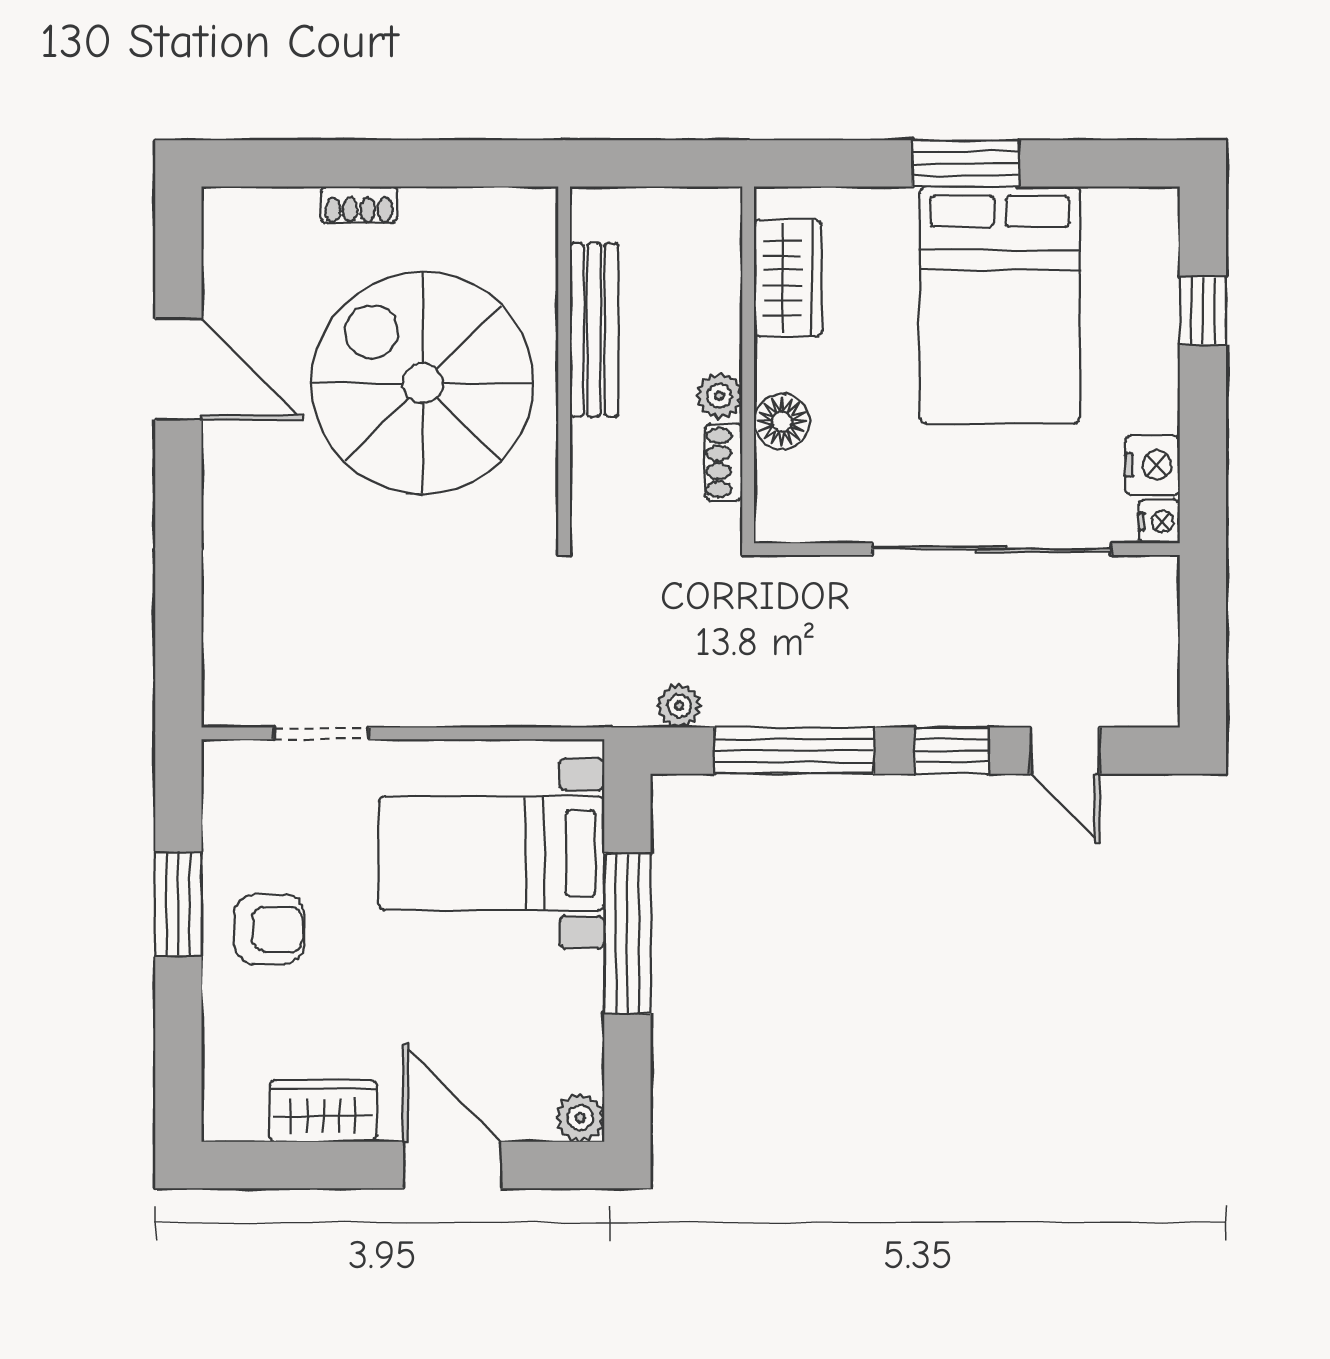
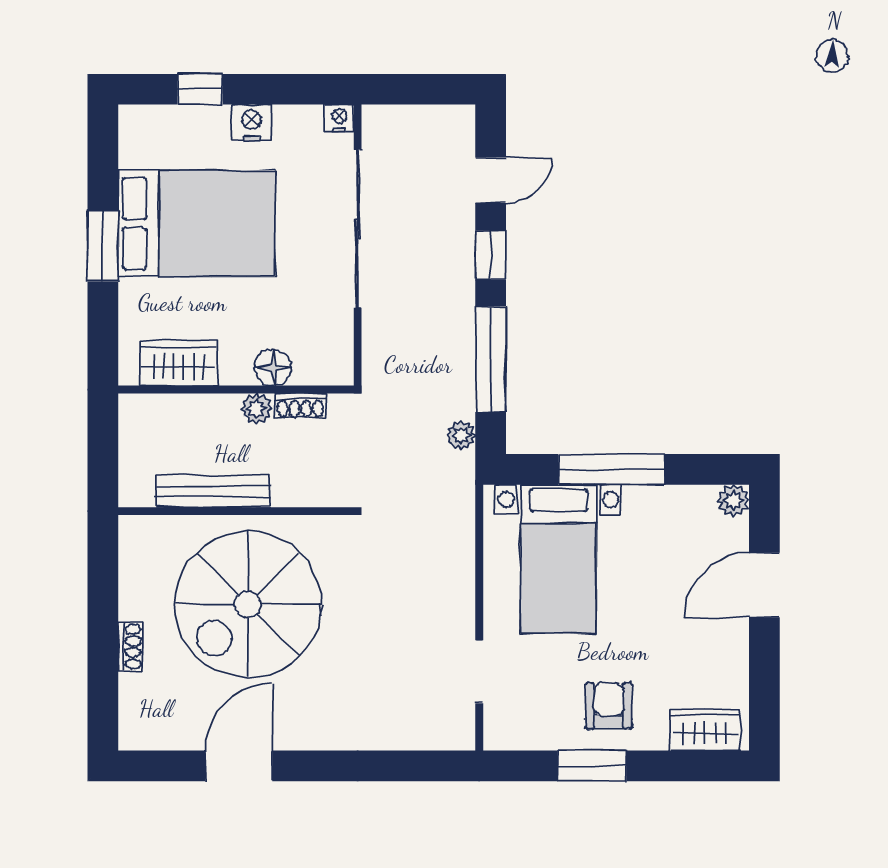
nightstand: (1152, 465) -> (252, 123), moved
wardrobe: (323, 1111) -> (705, 730), moved, turned 90

